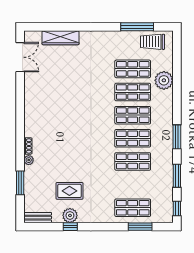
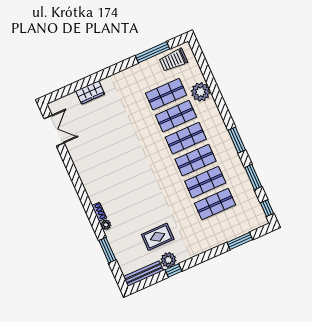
wardrobe: (61, 38) -> (90, 92), width x0.67
shop shelf: (133, 208) -> (215, 204), moved
bench: (38, 218) -> (143, 273), width x1.36

